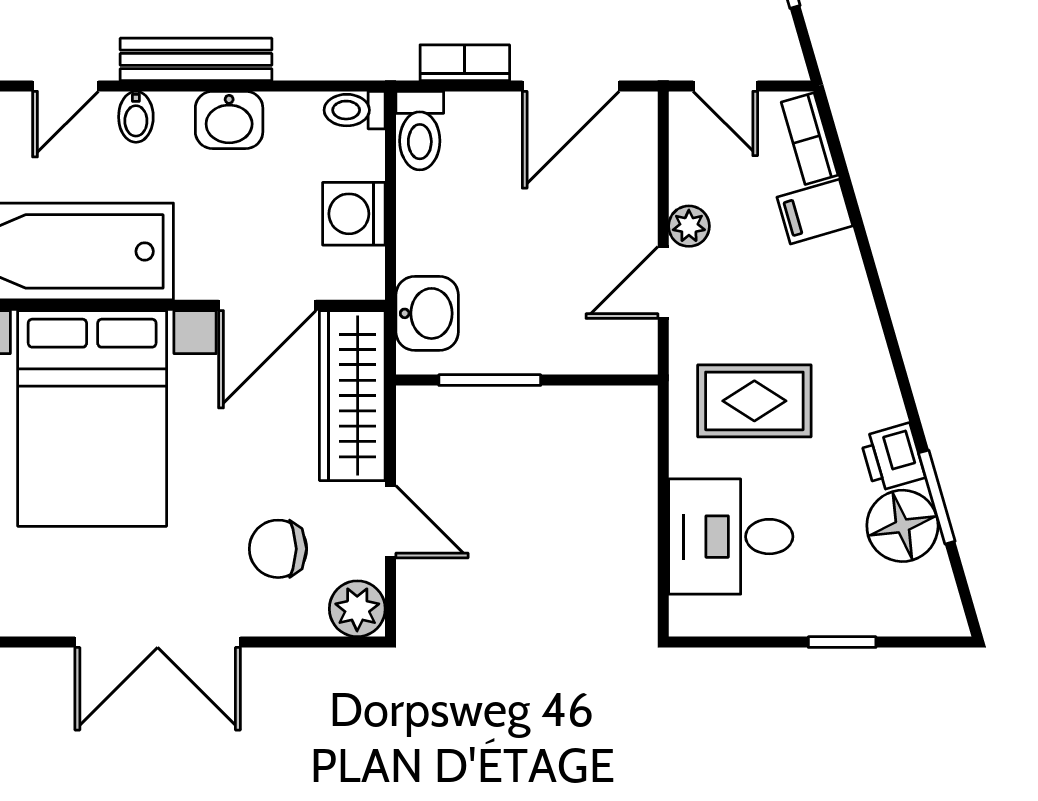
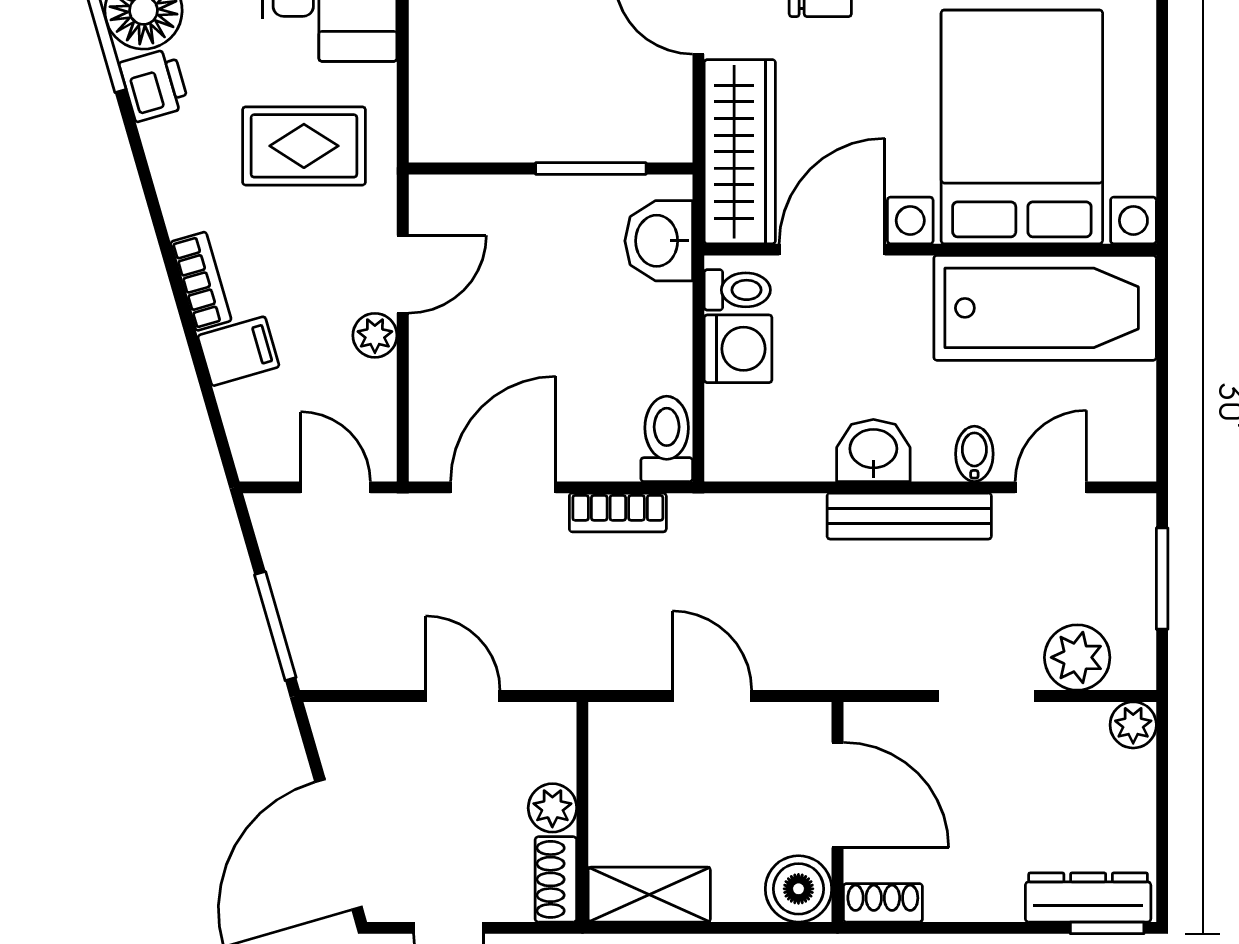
toilet: (355, 110) -> (737, 290), moved
bookcase: (810, 139) -> (201, 281), moved

